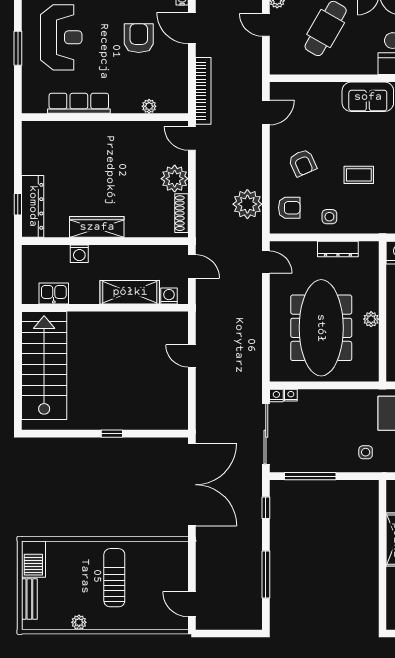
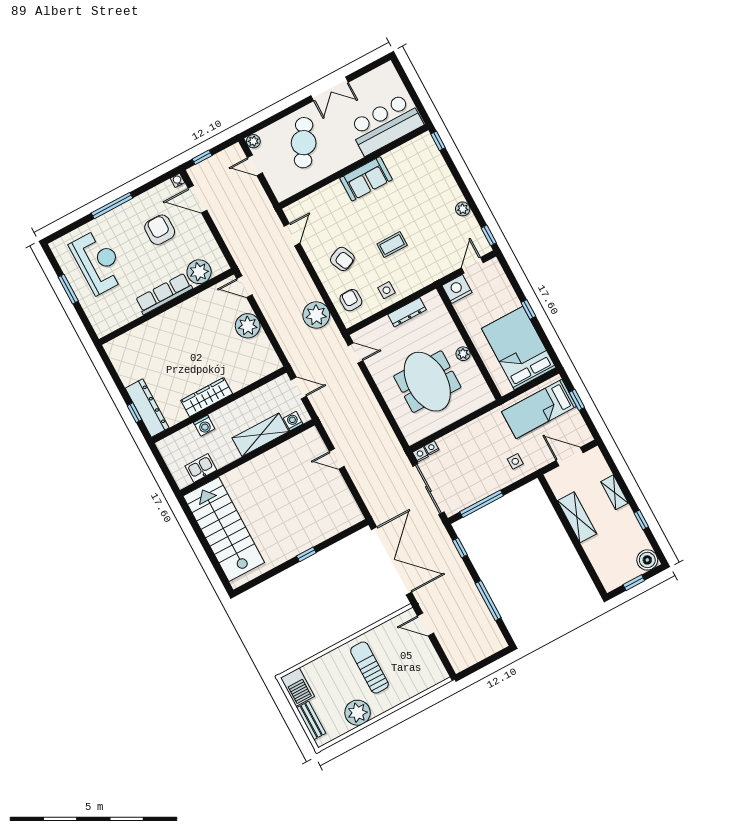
bookcase: (203, 91) -> (233, 244), removed
row of seats: (79, 103) -> (164, 294), moved
plant: (149, 106) -> (199, 272), width x1.88, depth x1.88
armchair: (289, 208) -> (351, 300), turned -90
shoe rack: (182, 213) -> (268, 350), removed
meeting table: (321, 328) -> (427, 382), width x0.73
door: (192, 604) -> (426, 624), moved
plant: (79, 622) -> (358, 713), width x1.88, depth x1.88

